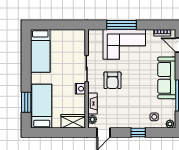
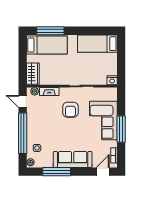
window: (122, 25) -> (121, 129), moved
armchair: (112, 80) -> (70, 110), turned -90
nightstand: (80, 89) -> (112, 80), moved
window: (26, 102) -> (50, 31), width x1.44
window: (138, 133) -> (23, 133), width x3.17

